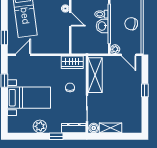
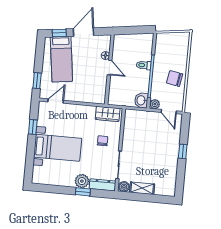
washbasin: (102, 26) -> (141, 100), moved
shelving: (95, 75) -> (131, 130), removed
plant: (40, 126) -> (82, 181), moved

